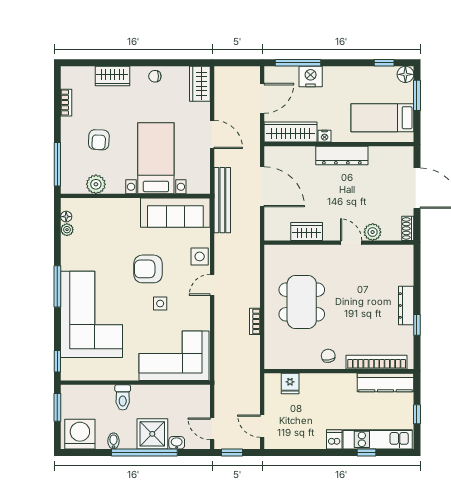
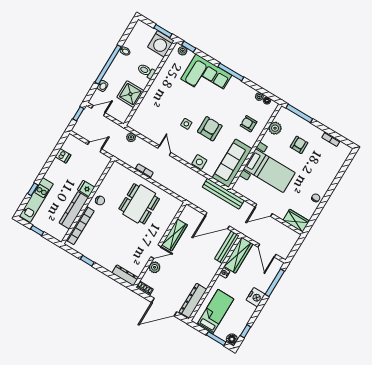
wardrobe: (112, 76) -> (330, 174), removed
nightstand: (311, 76) -> (256, 297), moved
armchair: (99, 140) -> (299, 145), turned 87
bench: (289, 153) -> (227, 247), added
dresser: (342, 155) -> (193, 301), moved
armchair: (111, 222) -> (249, 124), added
wardrobe: (307, 232) -> (174, 235), width x1.50
door: (212, 285) -> (164, 150), moved
dining table: (302, 302) -> (139, 204), turned 90
dresser: (406, 306) -> (125, 275), moved
corner sofa: (92, 314) -> (206, 77), width x0.73, depth x0.74
corner sofa: (174, 356) -> (152, 114), removed
plant: (221, 365) -> (131, 137), added
plant: (68, 366) -> (183, 51), added
kitchen counter: (385, 382) -> (74, 210), moved
fridge: (290, 383) -> (86, 188), moved
door: (262, 426) -> (95, 147), moved
washing machine: (80, 434) -> (161, 44), moved, turned 90
shower: (152, 434) -> (130, 94), moved
dishwasher: (334, 439) -> (63, 156), moved

